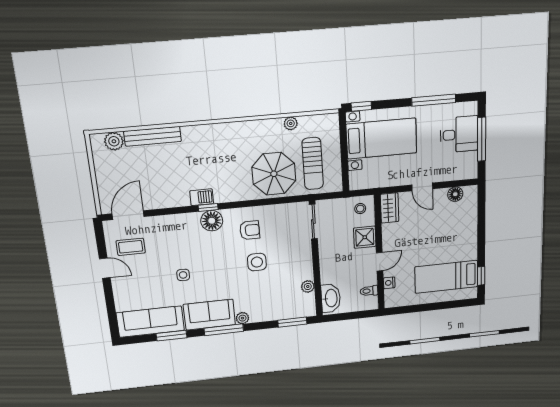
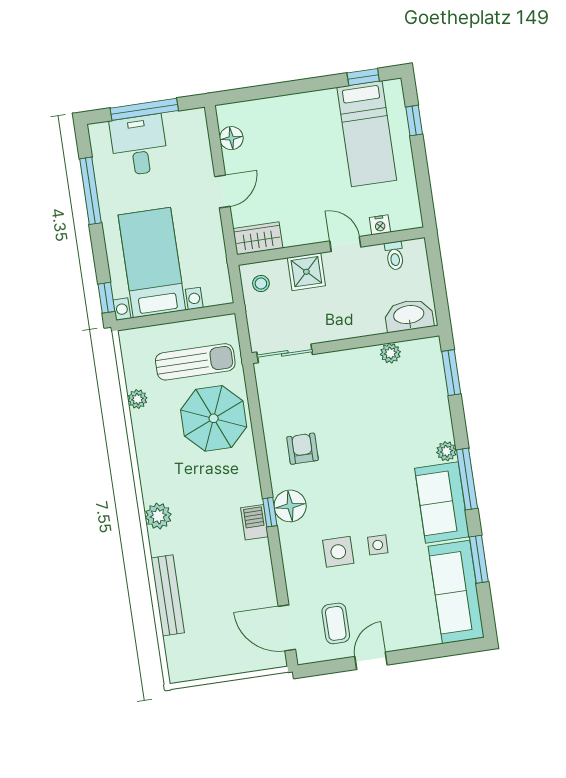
plant: (114, 141) -> (158, 516), moved
side table: (257, 262) -> (338, 552), moved
window: (450, 305) -> (414, 121), added

